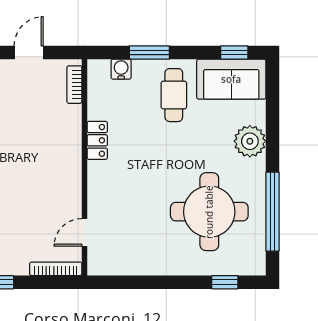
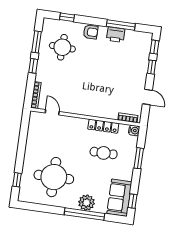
water cooler: (121, 69) -> (134, 130), moved
cafe table: (174, 95) -> (104, 153), moved
locker: (97, 140) -> (103, 126), width x1.53
window: (272, 212) -> (84, 214), moved

